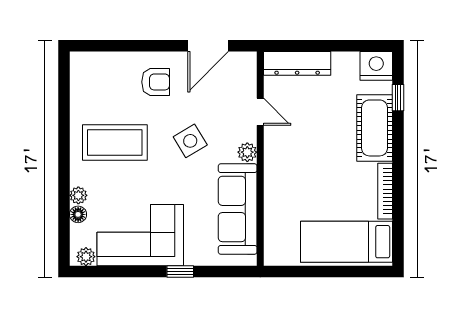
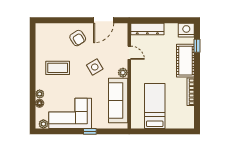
armchair: (156, 82) -> (78, 38), turned 57
coffee table: (115, 143) -> (58, 68), width x0.73, depth x0.76
bed: (346, 242) -> (155, 106), moved, turned 90

